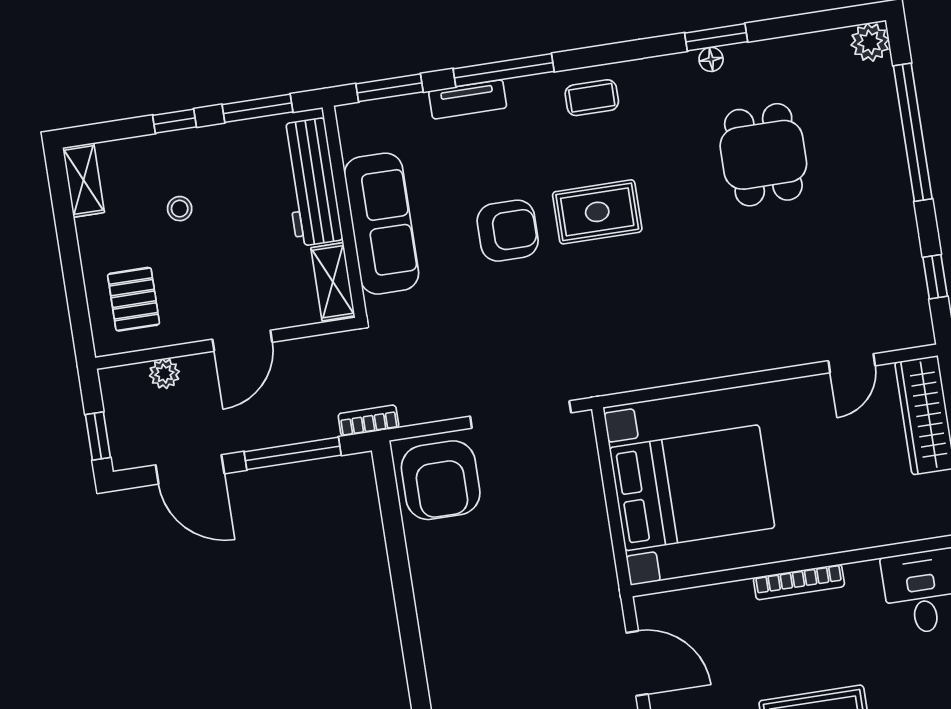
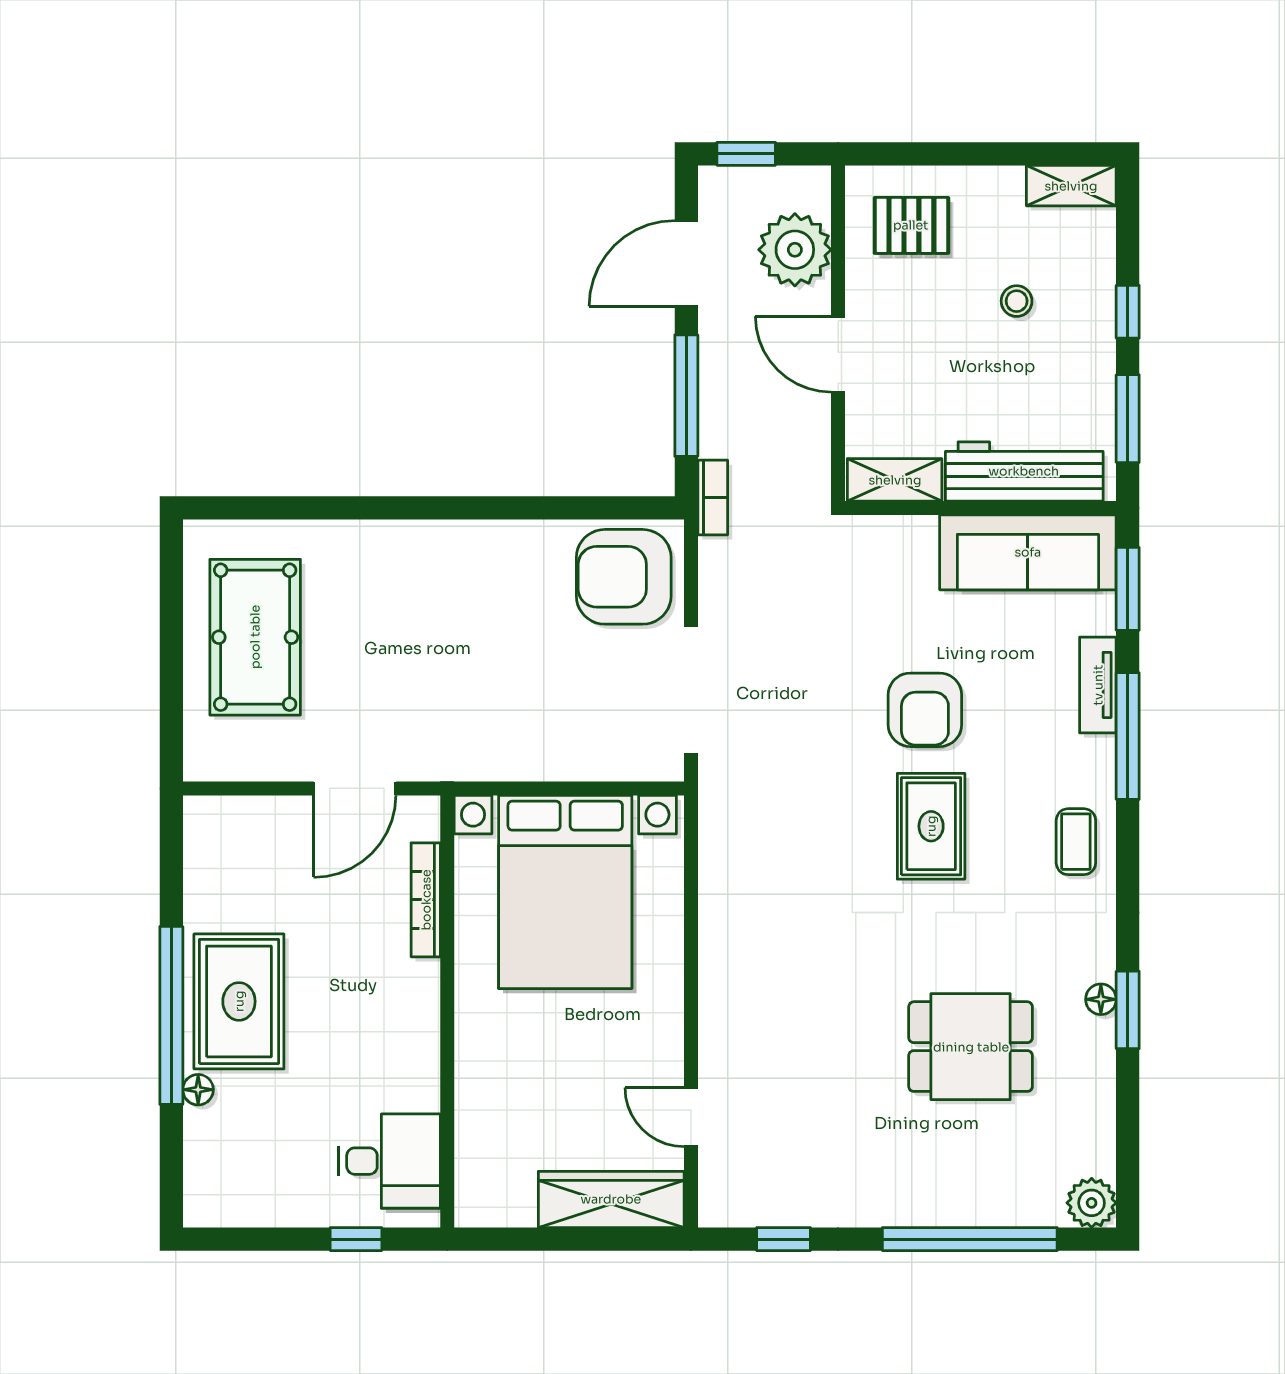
sofa: (381, 224) -> (1028, 552), moved
plant: (164, 374) -> (795, 250), width x1.88, depth x1.88
bookcase: (799, 582) -> (426, 900), moved

